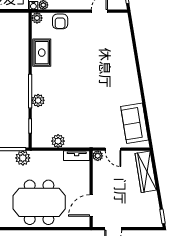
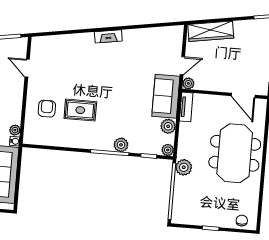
plant: (37, 18) -> (168, 150), moved
armchair: (60, 21) -> (47, 109), moved, turned -90
rug: (42, 53) -> (80, 110), moved
fireplace: (134, 81) -> (108, 36), added
sofa: (135, 123) -> (166, 96), moved, turned 99

